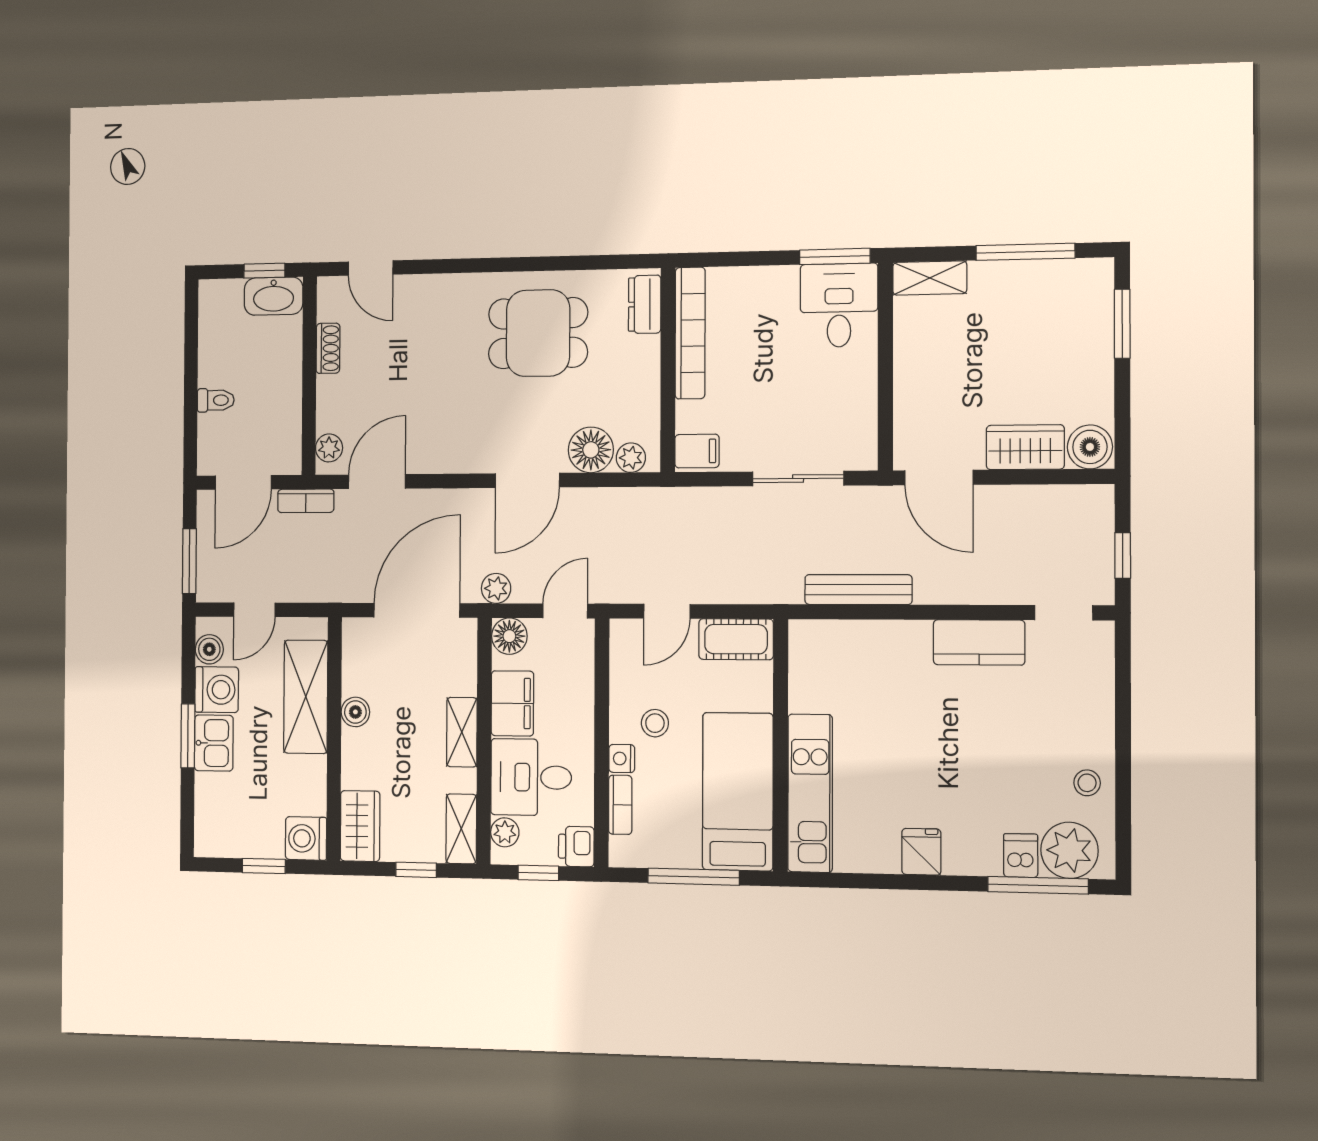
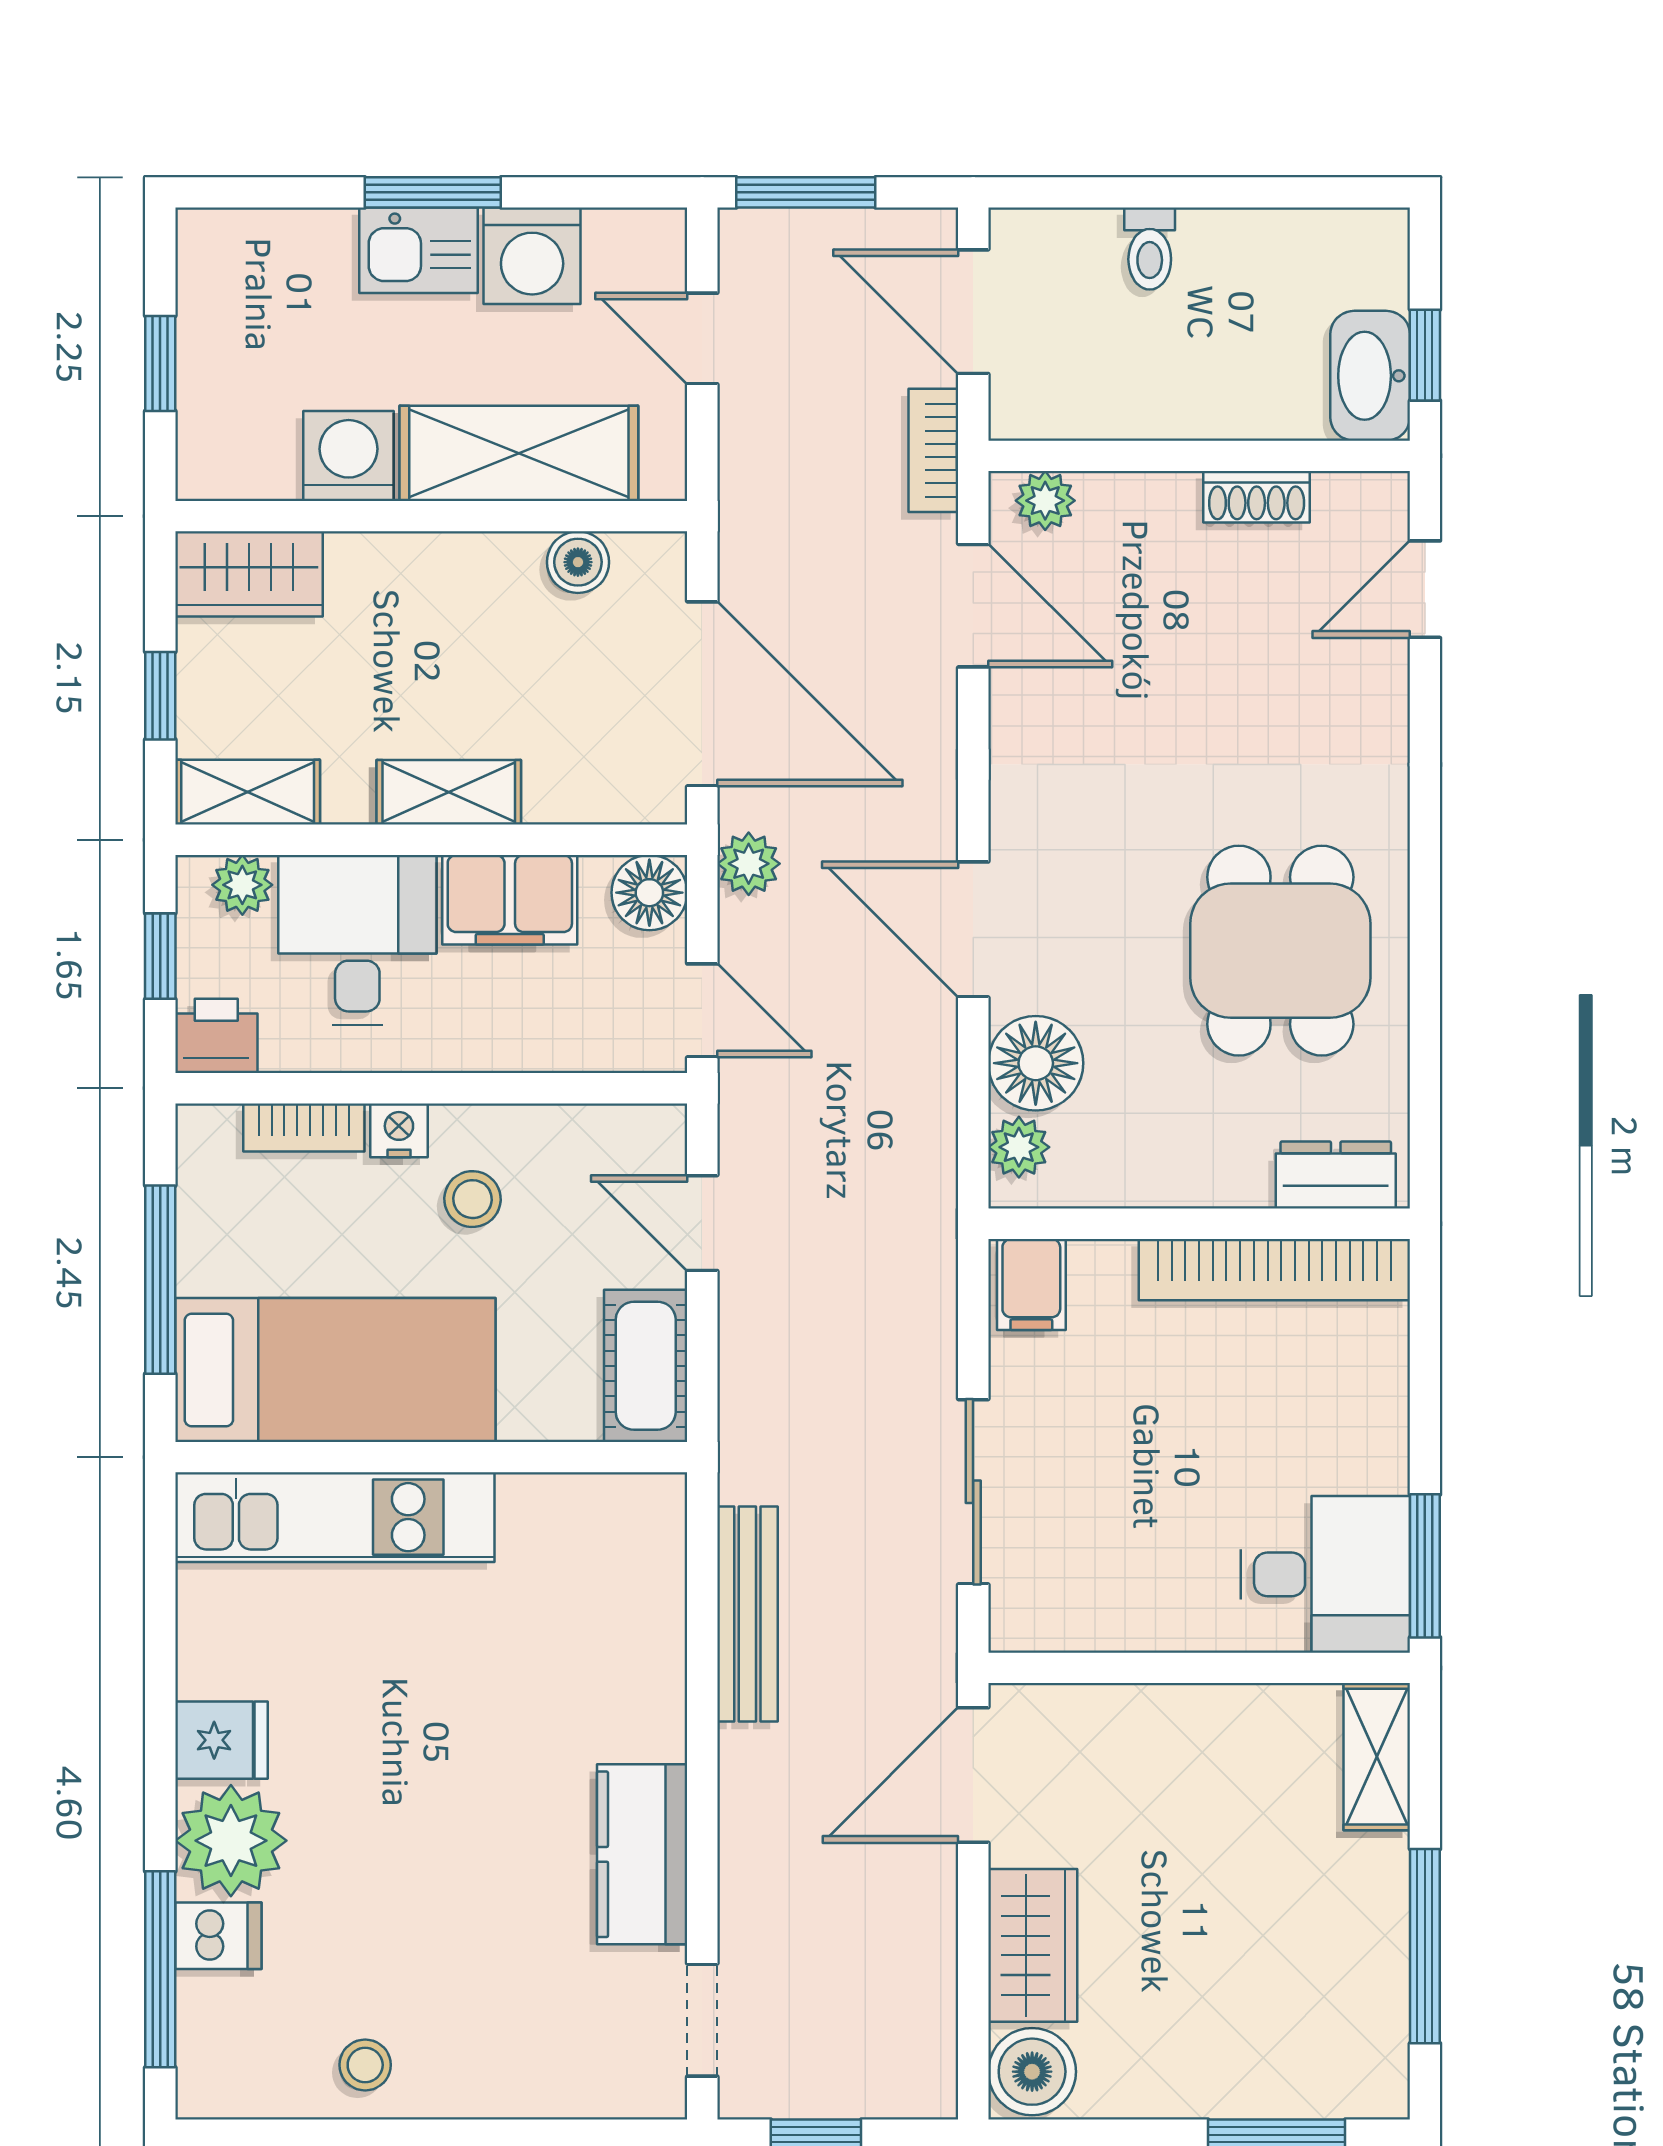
boiler: (209, 649) -> (618, 239), removed
boiler: (355, 712) -> (578, 562), moved
washing machine: (306, 838) -> (349, 456), moved
plant: (1069, 850) -> (231, 1841), moved

